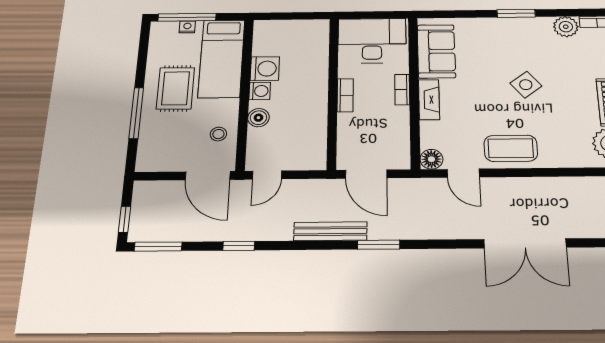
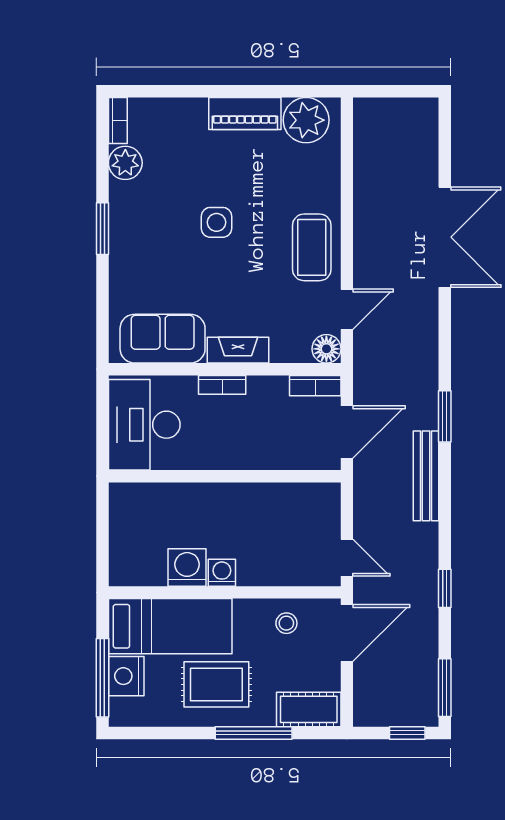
nightstand: (187, 27) -> (126, 676), width x1.89, depth x1.79
side table: (526, 85) -> (217, 222), turned 38
bookcase: (345, 95) -> (315, 386), moved, turned 180
boiler: (258, 118) -> (263, 572), removed
cot: (150, 150) -> (309, 709), added

